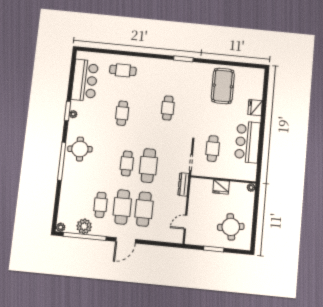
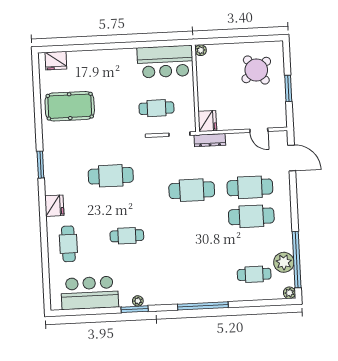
fridge: (152, 64) -> (54, 206), added
cafe table: (168, 108) -> (111, 176), width x1.37, depth x1.35
fridge: (255, 108) -> (56, 61), moved
bar counter: (248, 142) -> (165, 62), moved
round table: (80, 149) -> (183, 284), removed
cafe table: (127, 163) -> (193, 219), removed
fridge: (221, 187) -> (207, 121), moved
cafe table: (100, 205) -> (254, 274), moved
round table: (231, 227) -> (256, 70), turned -30
door: (126, 240) -> (292, 158), moved

